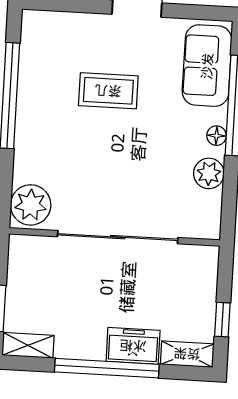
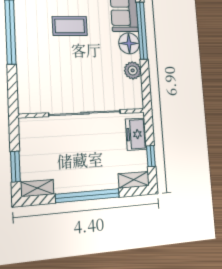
floor lamp: (217, 136) -> (129, 43), width x1.89, depth x1.89
plant: (31, 205) -> (30, 98), removed
freezer: (133, 346) -> (136, 134), moved, turned -90

